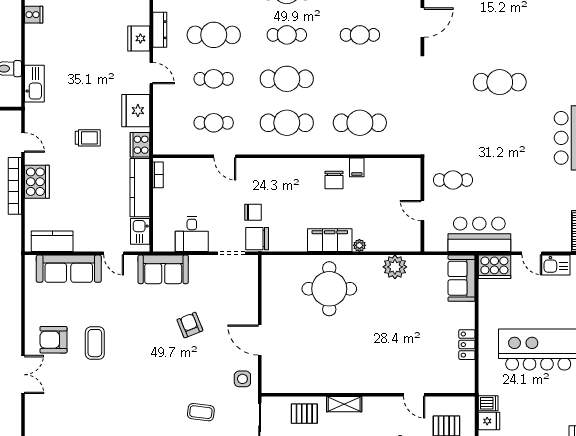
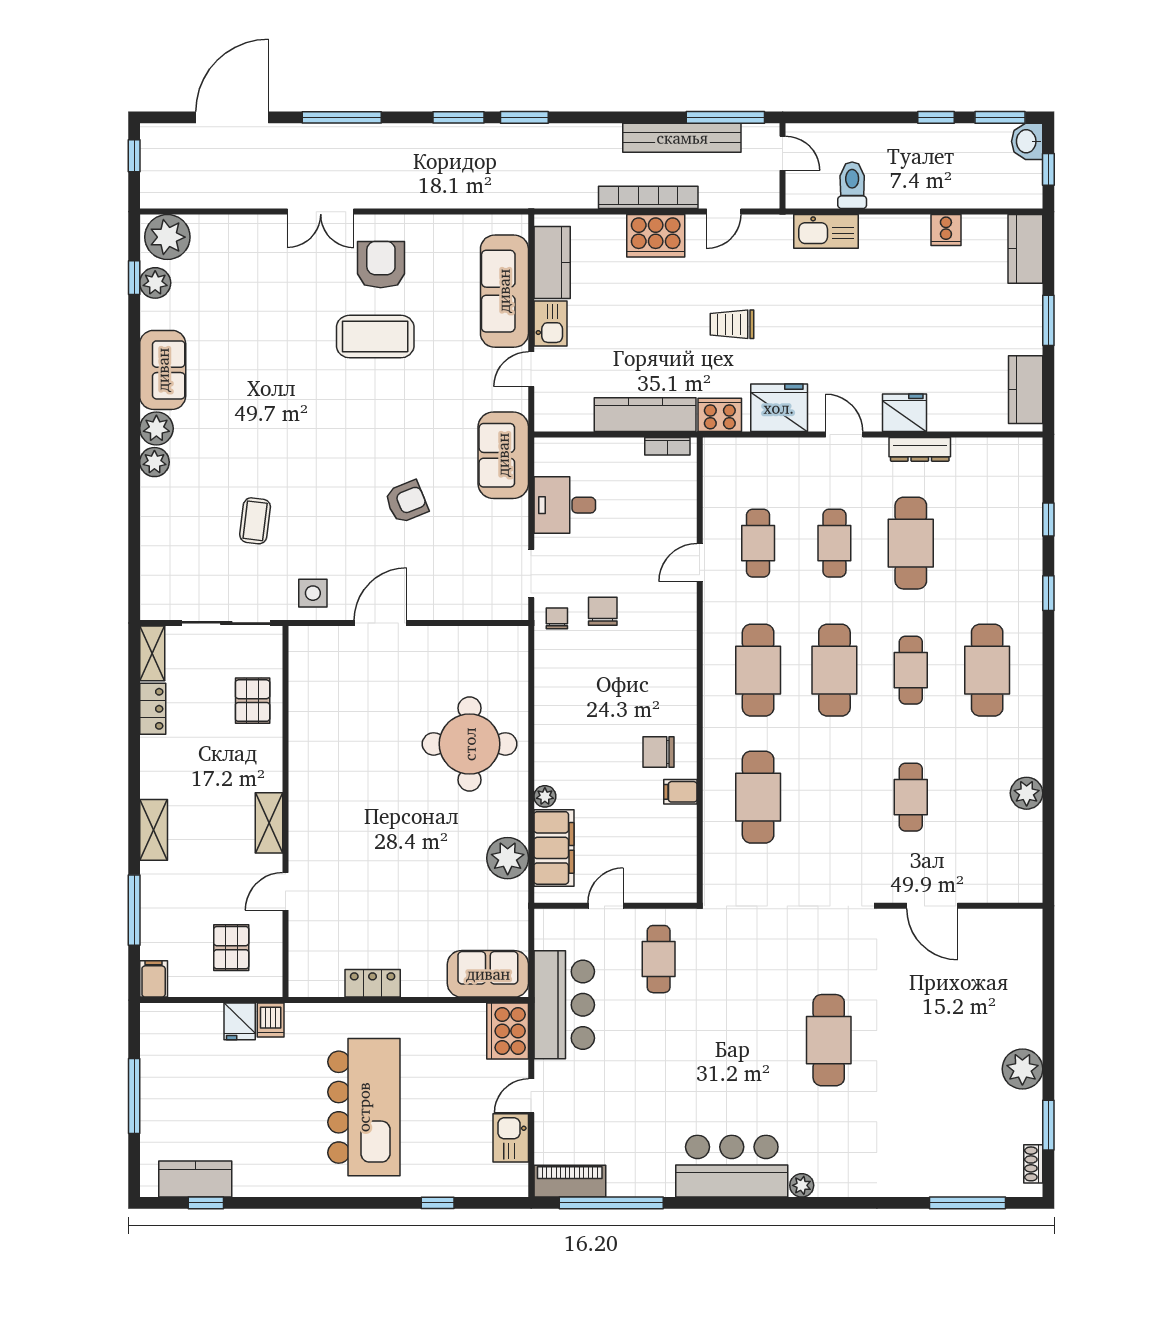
door: (151, 73) -> (844, 434), swing flipped
trolley: (88, 138) -> (732, 324), turned 90
chair: (253, 212) -> (603, 611), turned 180
kitchen sink: (140, 231) -> (550, 323), moved, turned 90
chair: (257, 239) -> (557, 618), width x0.54, depth x0.54
filing cabinet: (330, 240) -> (554, 848), moved
coffee table: (95, 343) -> (375, 337), width x1.36, depth x1.32
shelving: (344, 404) -> (269, 823), moved

